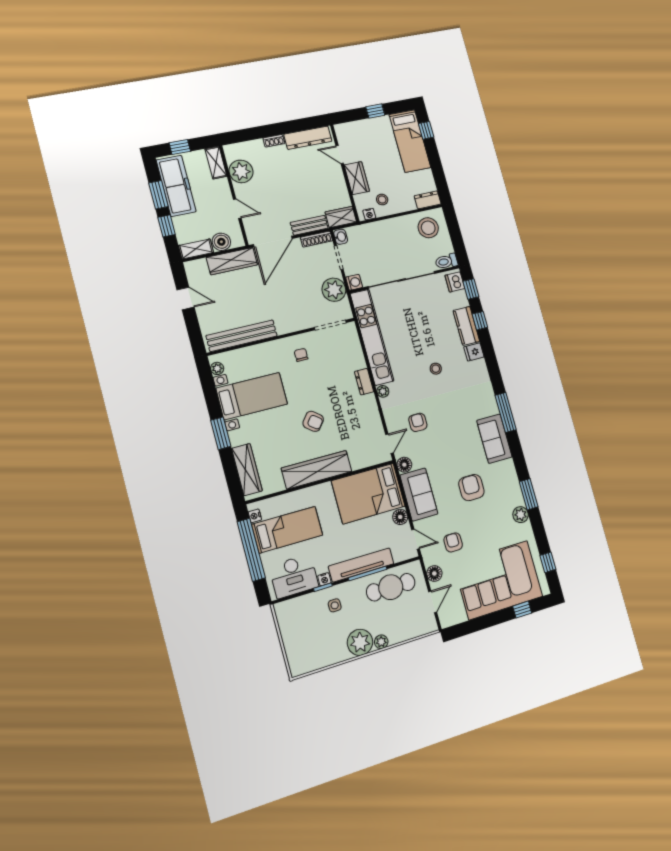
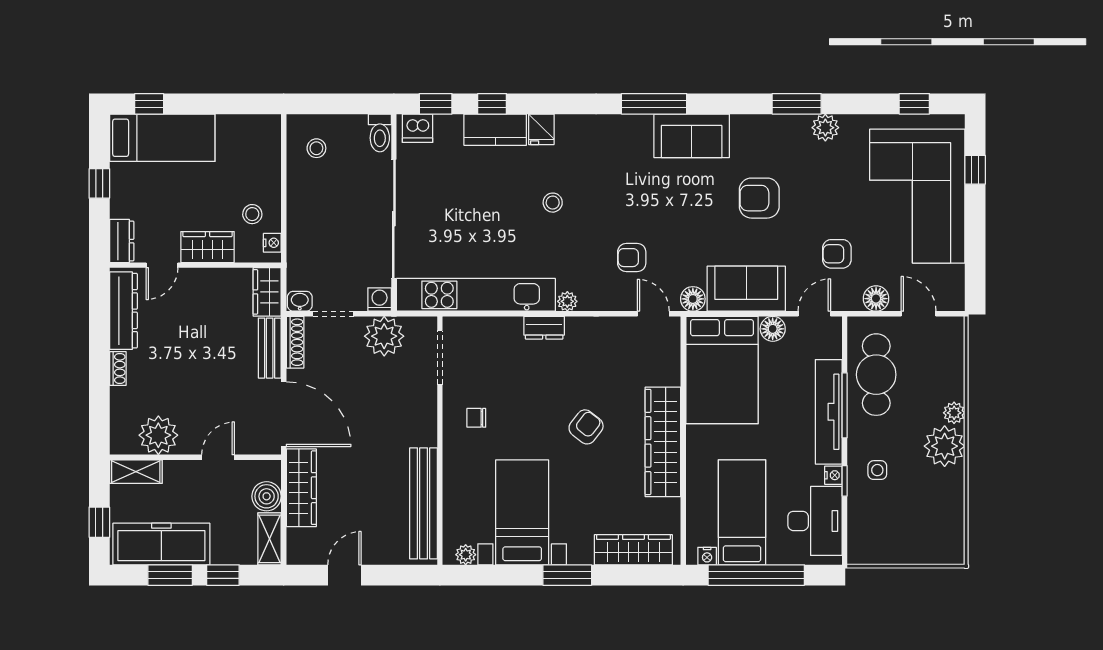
dresser: (428, 200) -> (122, 241), moved, turned 180
stool: (428, 228) -> (316, 148), width x0.53, depth x0.53

